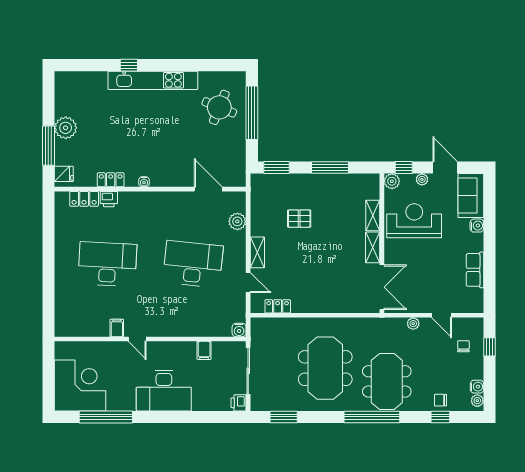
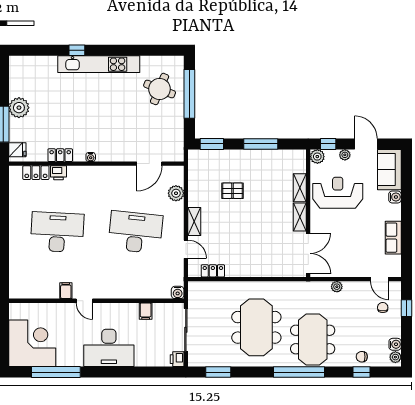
door: (208, 189) -> (149, 164), swing flipped
door: (442, 315) -> (380, 279), moved

